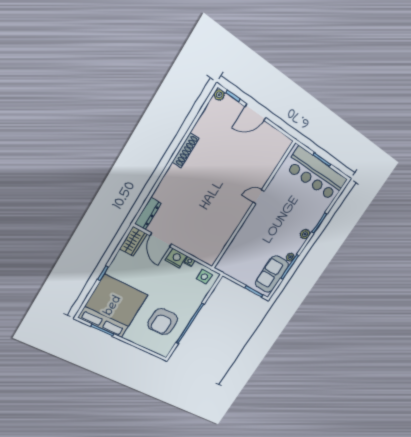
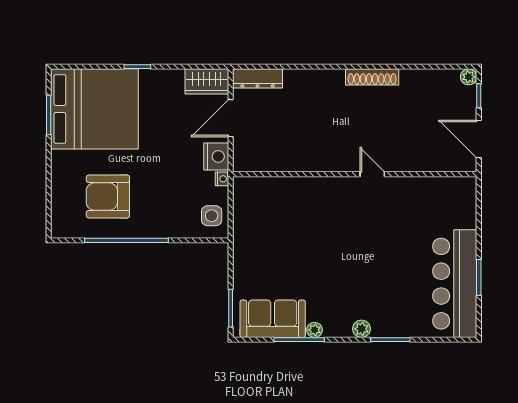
door: (259, 197) -> (372, 174), moved
wall: (253, 206) -> (355, 174), moved

